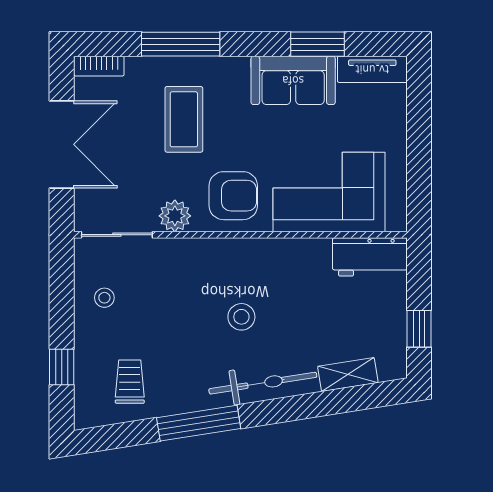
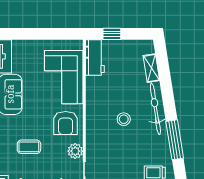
coffee table: (184, 119) -> (29, 147), width x0.73, depth x0.77
armchair: (233, 196) -> (66, 123), turned 180
window: (419, 329) -> (112, 34), moved

